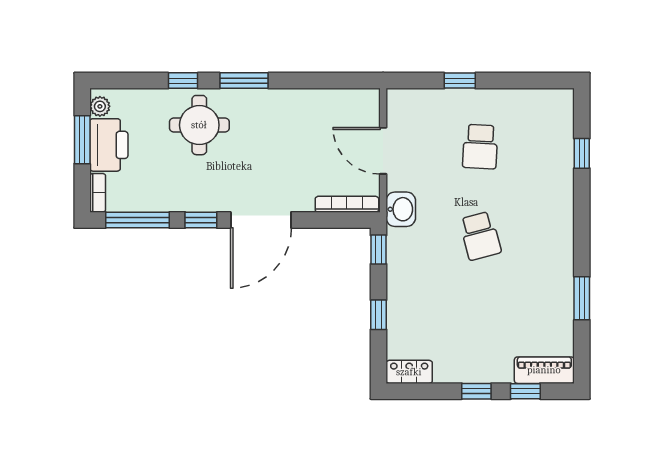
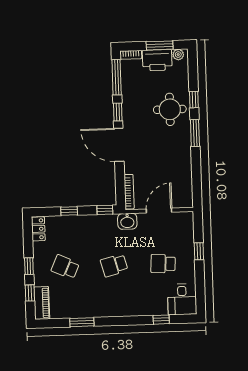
desk: (546, 114) -> (182, 299), added
school desk: (480, 325) -> (65, 267), added

